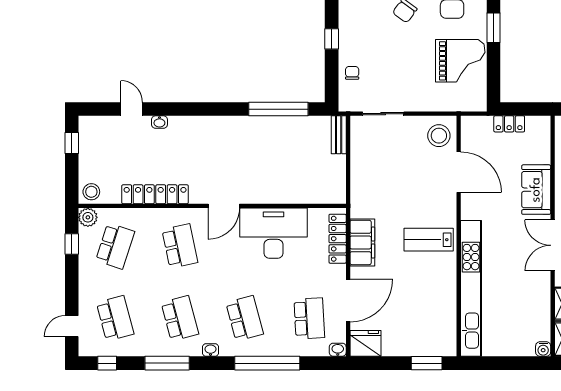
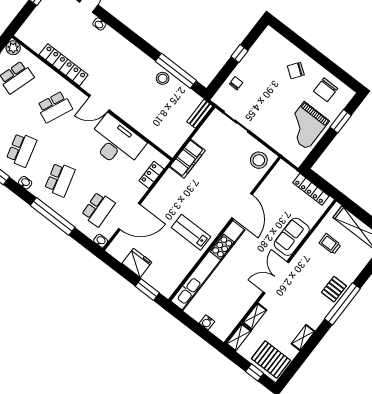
grand piano: (460, 61) -> (306, 126), turned 90
locker: (509, 124) -> (311, 189), width x1.53
door: (459, 172) -> (242, 206), moved
stool: (91, 192) -> (163, 78), moved
locker: (338, 239) -> (151, 175), width x0.66
lab bench: (429, 240) -> (191, 232), moved
filing cabinet: (362, 242) -> (187, 159), moved
school desk: (180, 246) -> (55, 107), turned 36
fridge: (365, 343) -> (137, 263), moved
water cooler: (543, 349) -> (207, 322), moved

